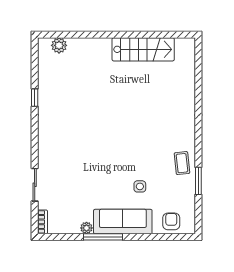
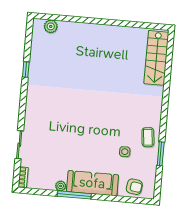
stairs: (143, 49) -> (156, 58), moved, turned 90
side table: (140, 186) -> (125, 152), moved
armchair: (171, 221) -> (134, 187), turned 98

